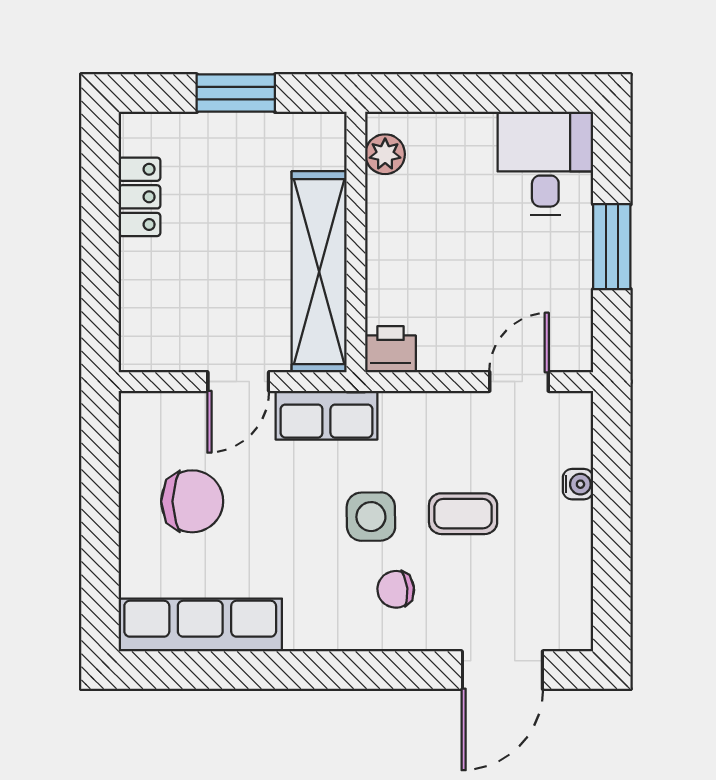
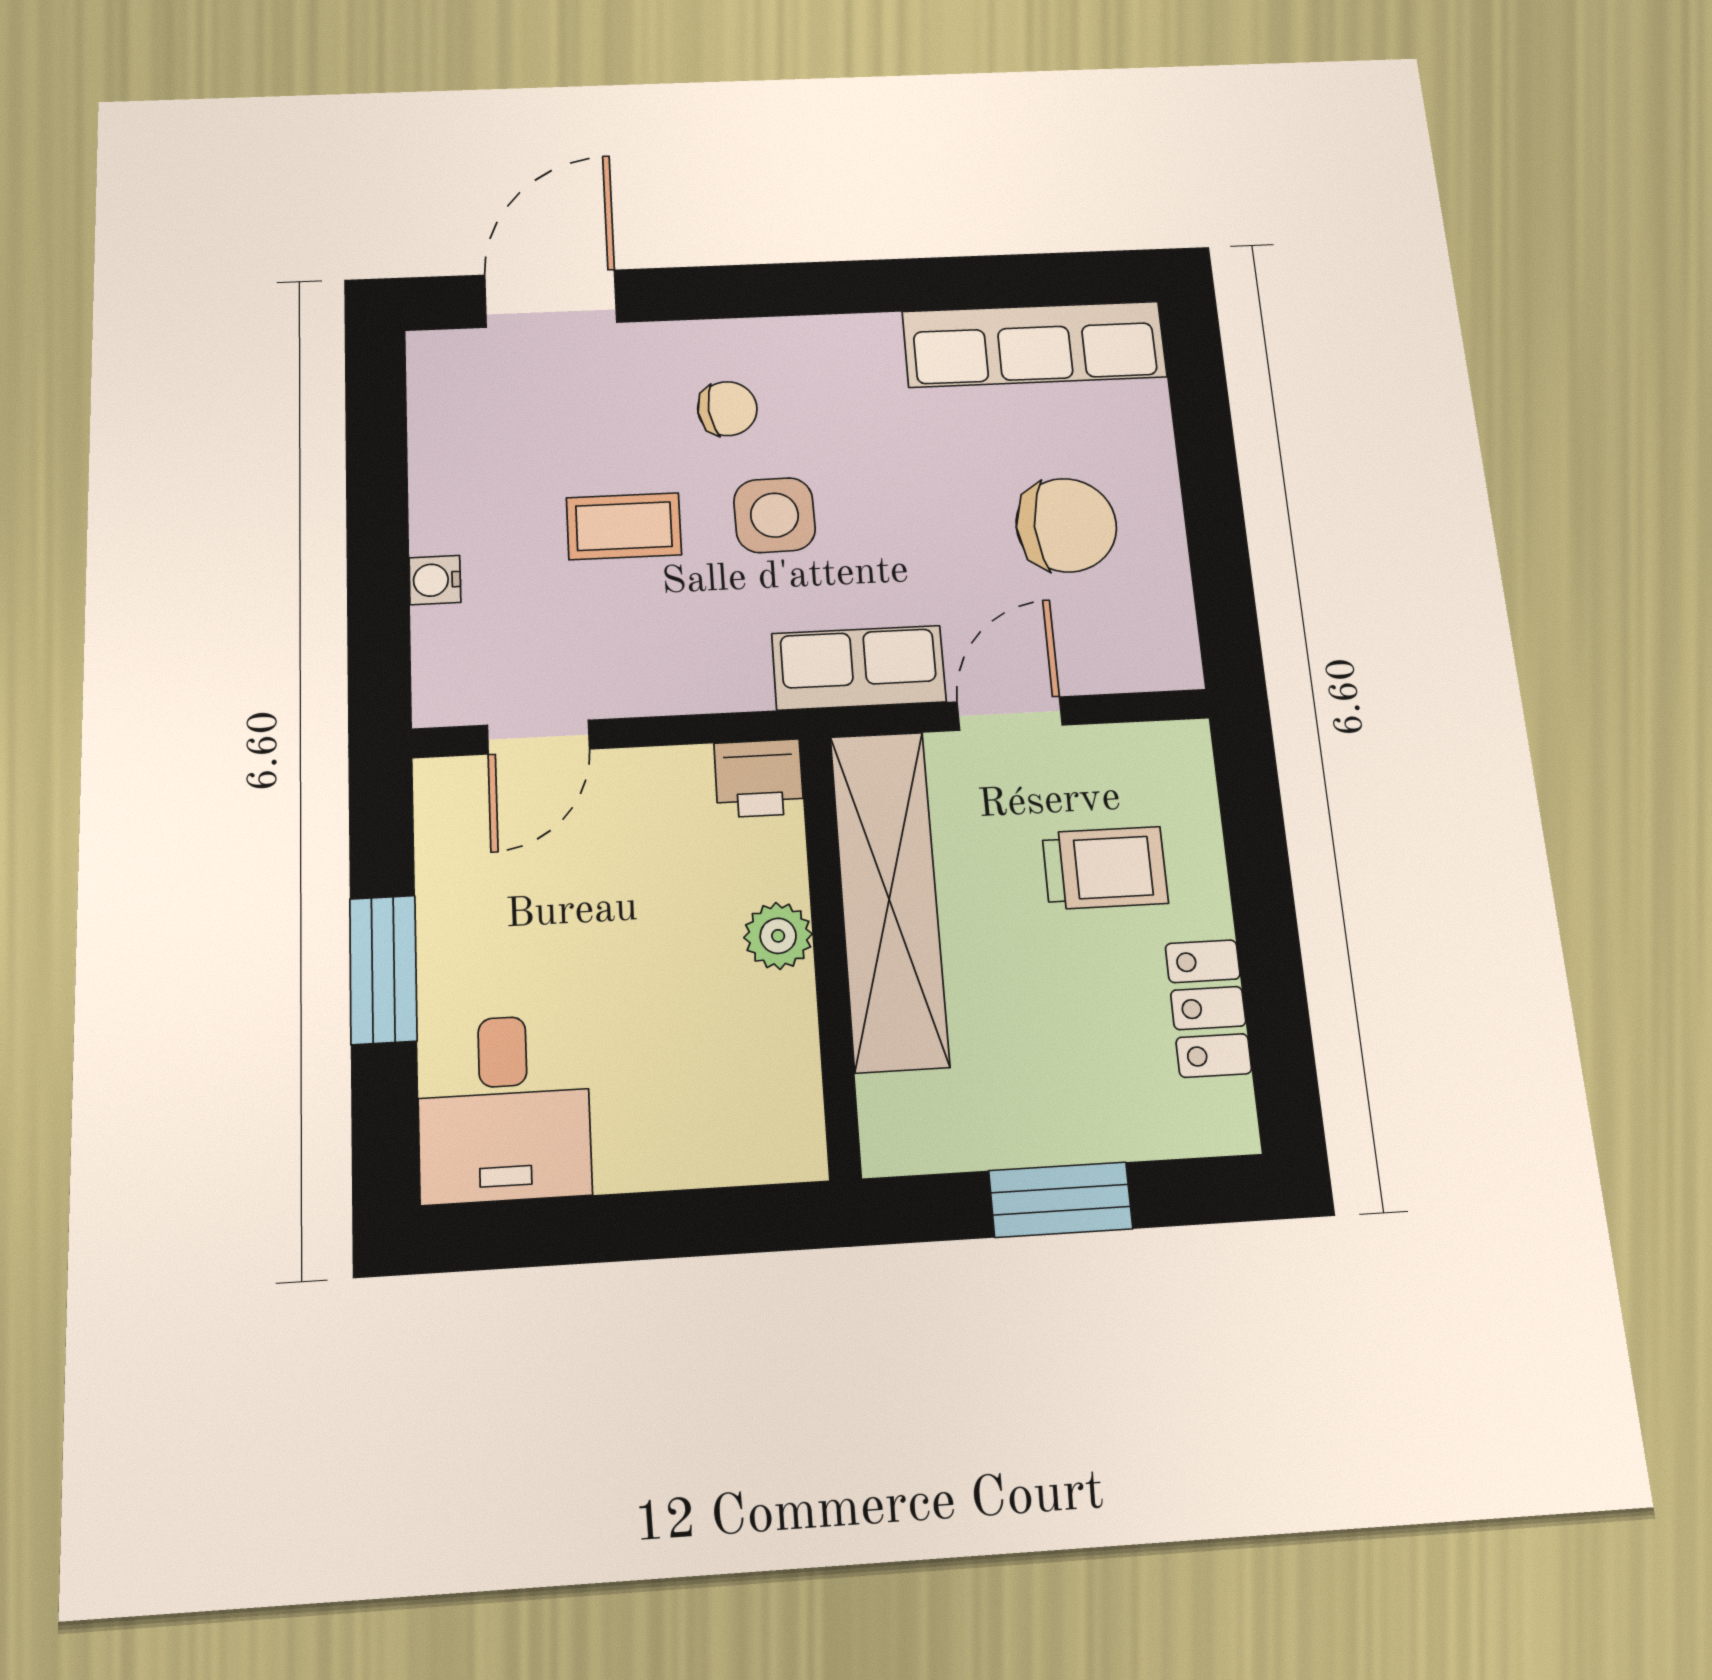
plant: (385, 154) -> (778, 936), moved
trolley: (191, 283) -> (1105, 868), added
chair: (192, 501) -> (1066, 525), turned 180

